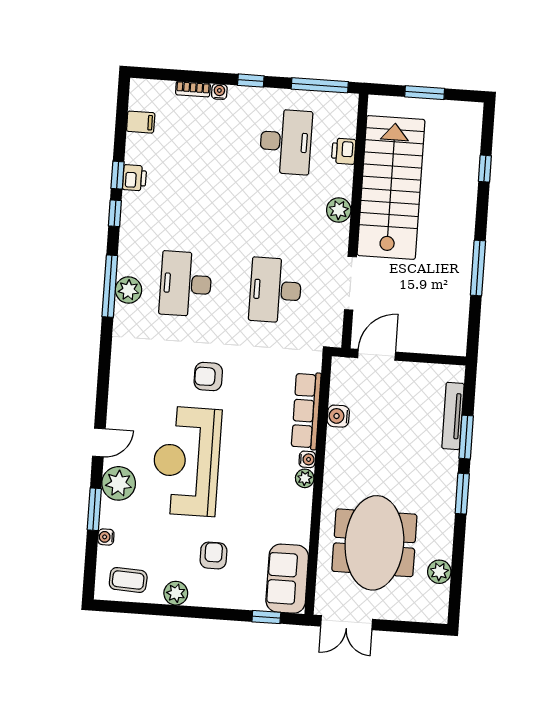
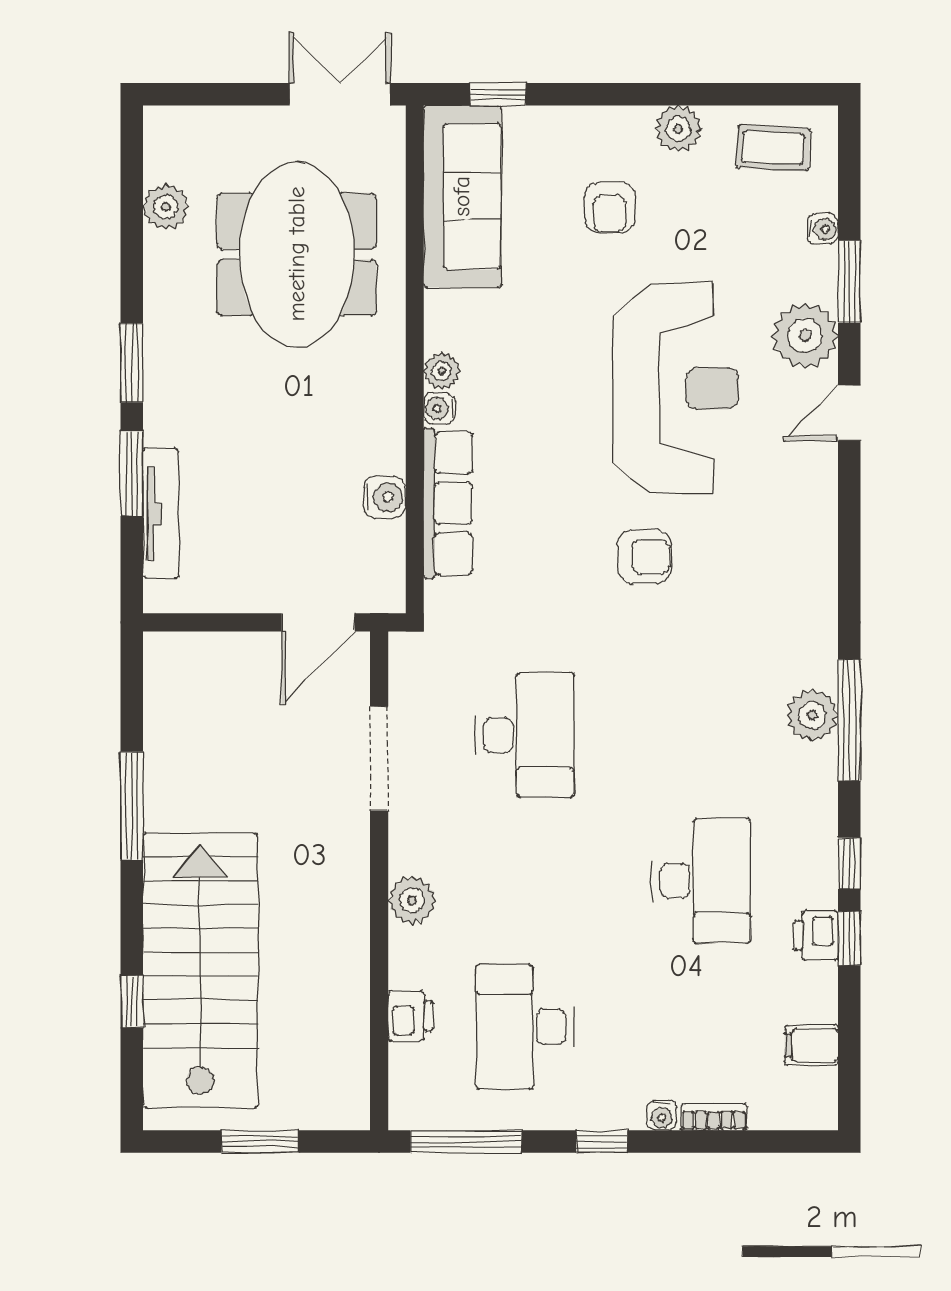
stairs: (391, 187) -> (200, 971), moved, turned 180
desk: (186, 284) -> (701, 881), moved
sofa: (287, 579) -> (462, 196), width x1.36

